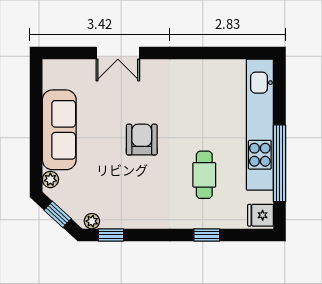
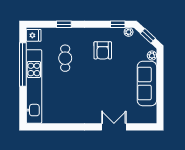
armchair: (142, 140) -> (103, 50), moved

